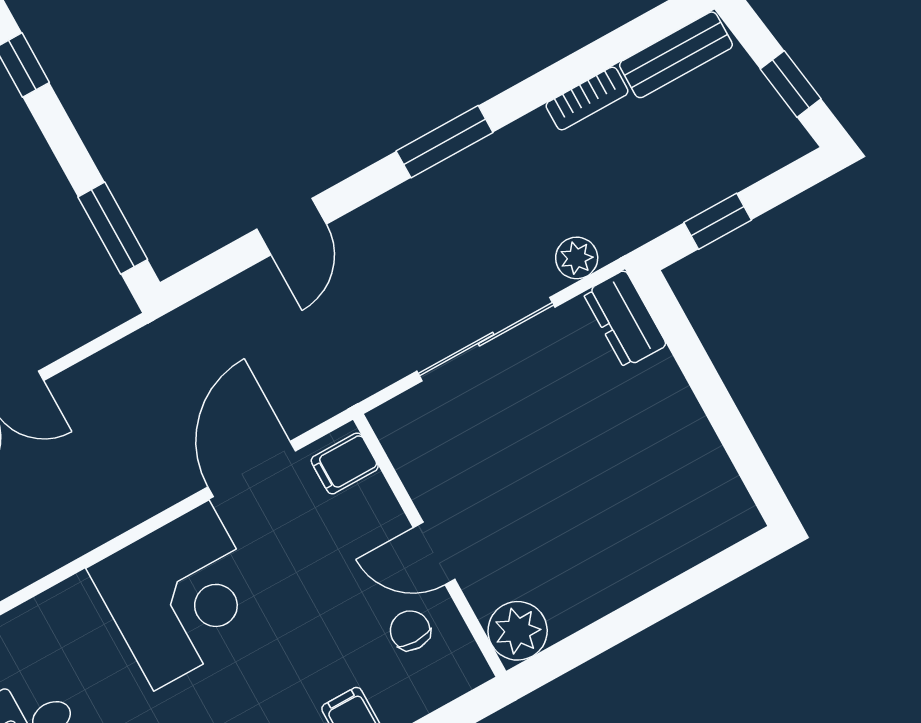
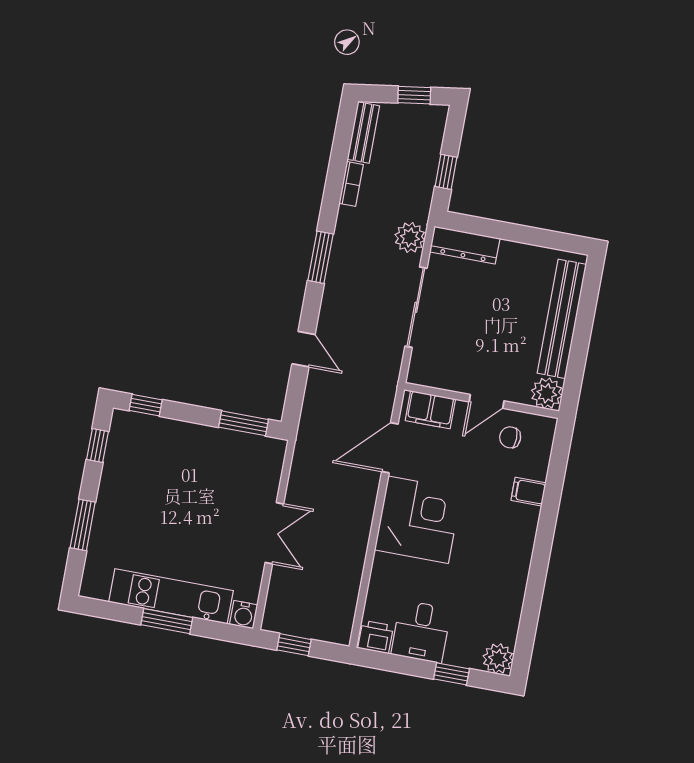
plant: (577, 258) -> (410, 237), width x1.38, depth x1.38
dresser: (625, 319) -> (465, 245), width x1.44
filing cabinet: (345, 463) -> (430, 410), width x2.00
door: (252, 469) -> (390, 448), hinge flipped
bench: (643, 564) -> (562, 319), added

